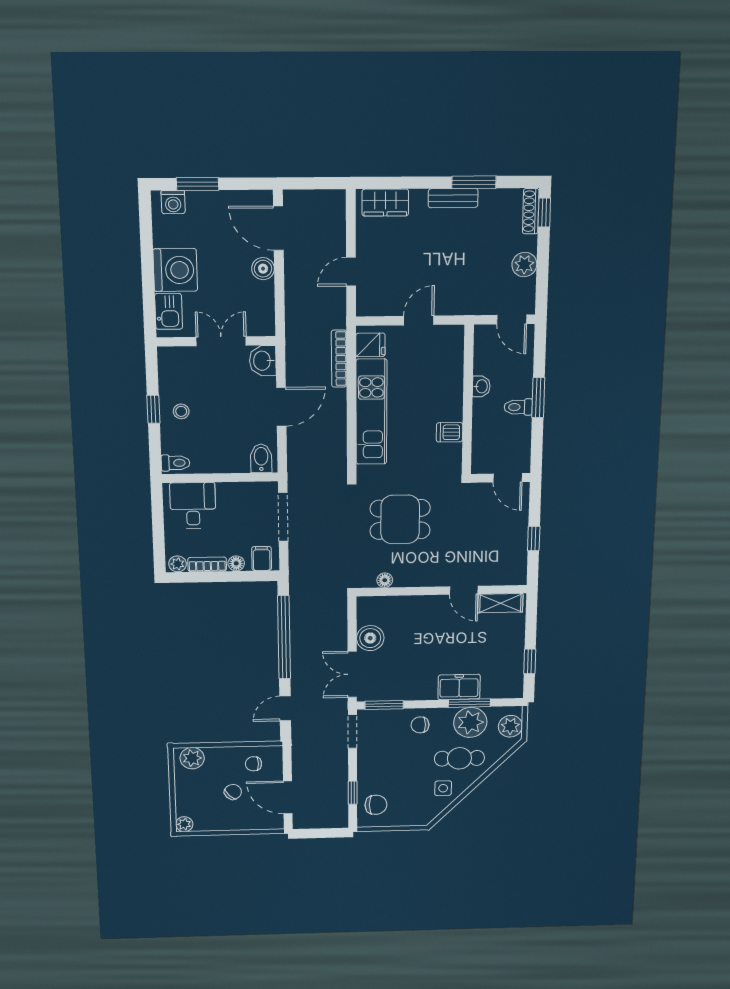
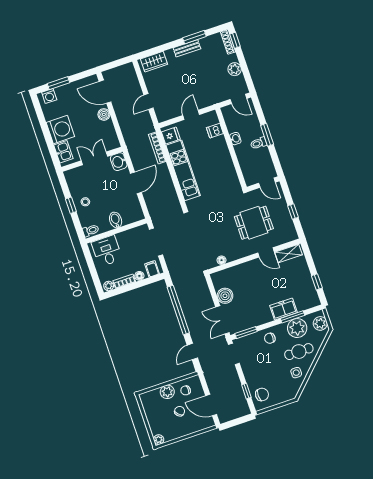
dishwasher: (449, 432) -> (215, 131), moved
bidet: (261, 458) -> (116, 220), moved
dining table: (400, 519) -> (254, 223), moved
plant: (192, 758) -> (167, 392), moved

